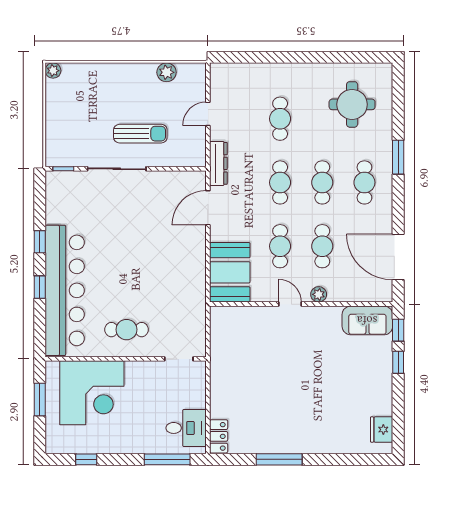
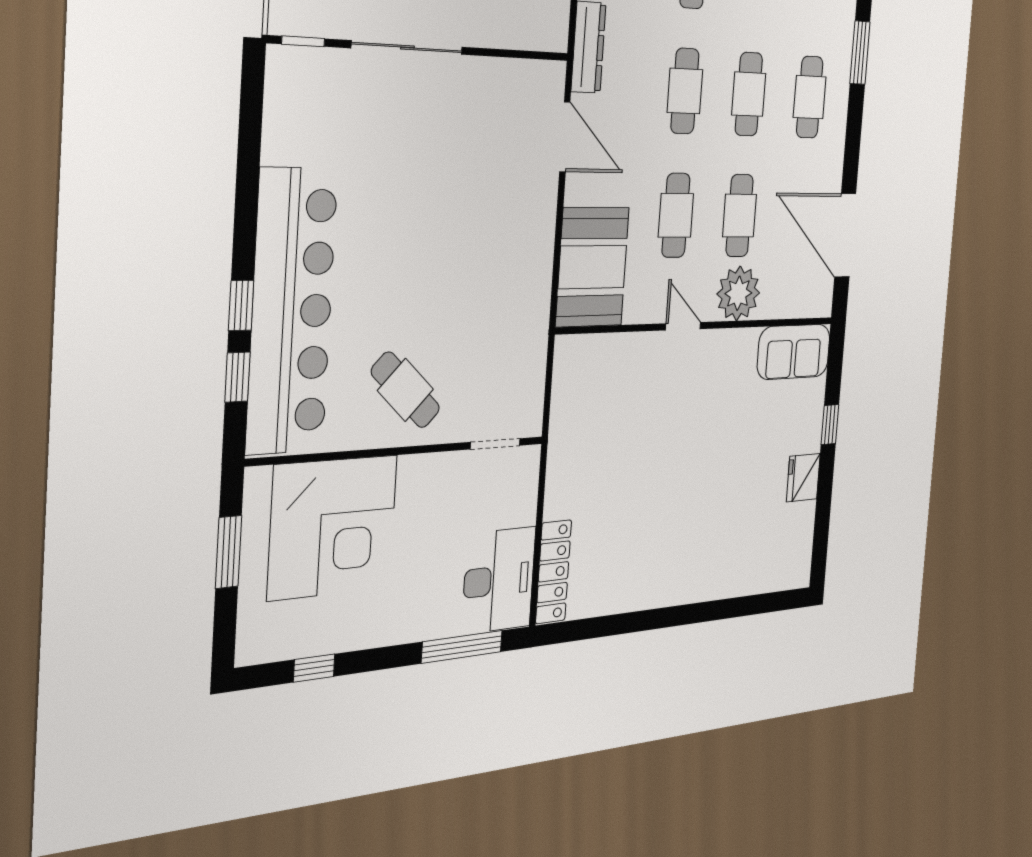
door: (208, 208) -> (565, 137), swing flipped
window: (40, 242) -> (237, 377), moved
plant: (319, 294) -> (738, 293), width x1.87, depth x1.87
cafe table: (126, 330) -> (405, 390), turned 44
window: (398, 330) -> (835, 367), removed
desk: (186, 428) -> (499, 580), width x1.37
fridge: (382, 430) -> (803, 478), moved
locker: (219, 436) -> (553, 572), width x1.53
window: (279, 459) -> (645, 620), removed

